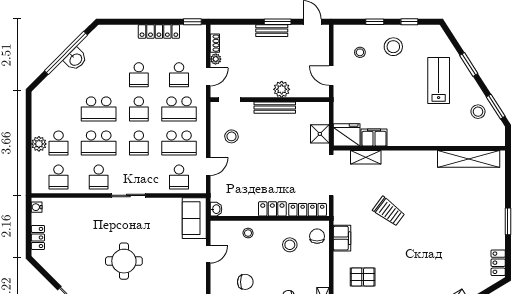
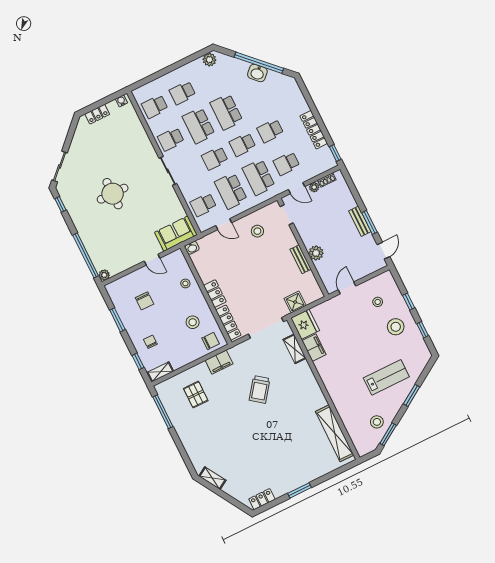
bench: (275, 108) -> (301, 259), width x0.73
plant: (39, 144) -> (209, 60), moved

